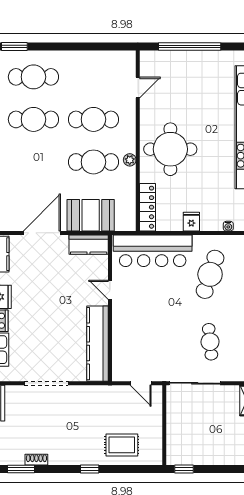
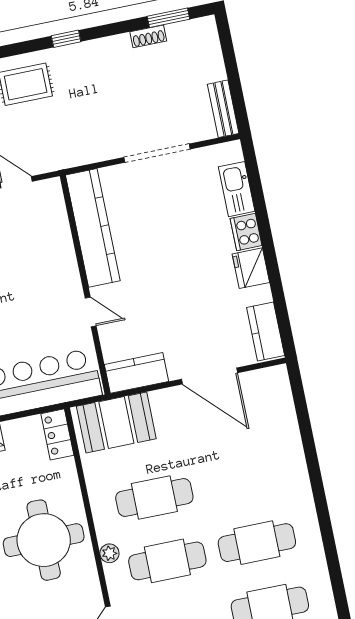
plant: (130, 160) -> (109, 553), moved
locker: (148, 207) -> (57, 434), width x0.66
booth: (91, 215) -> (116, 422), moved
door: (42, 233) -> (210, 376), hinge flipped

